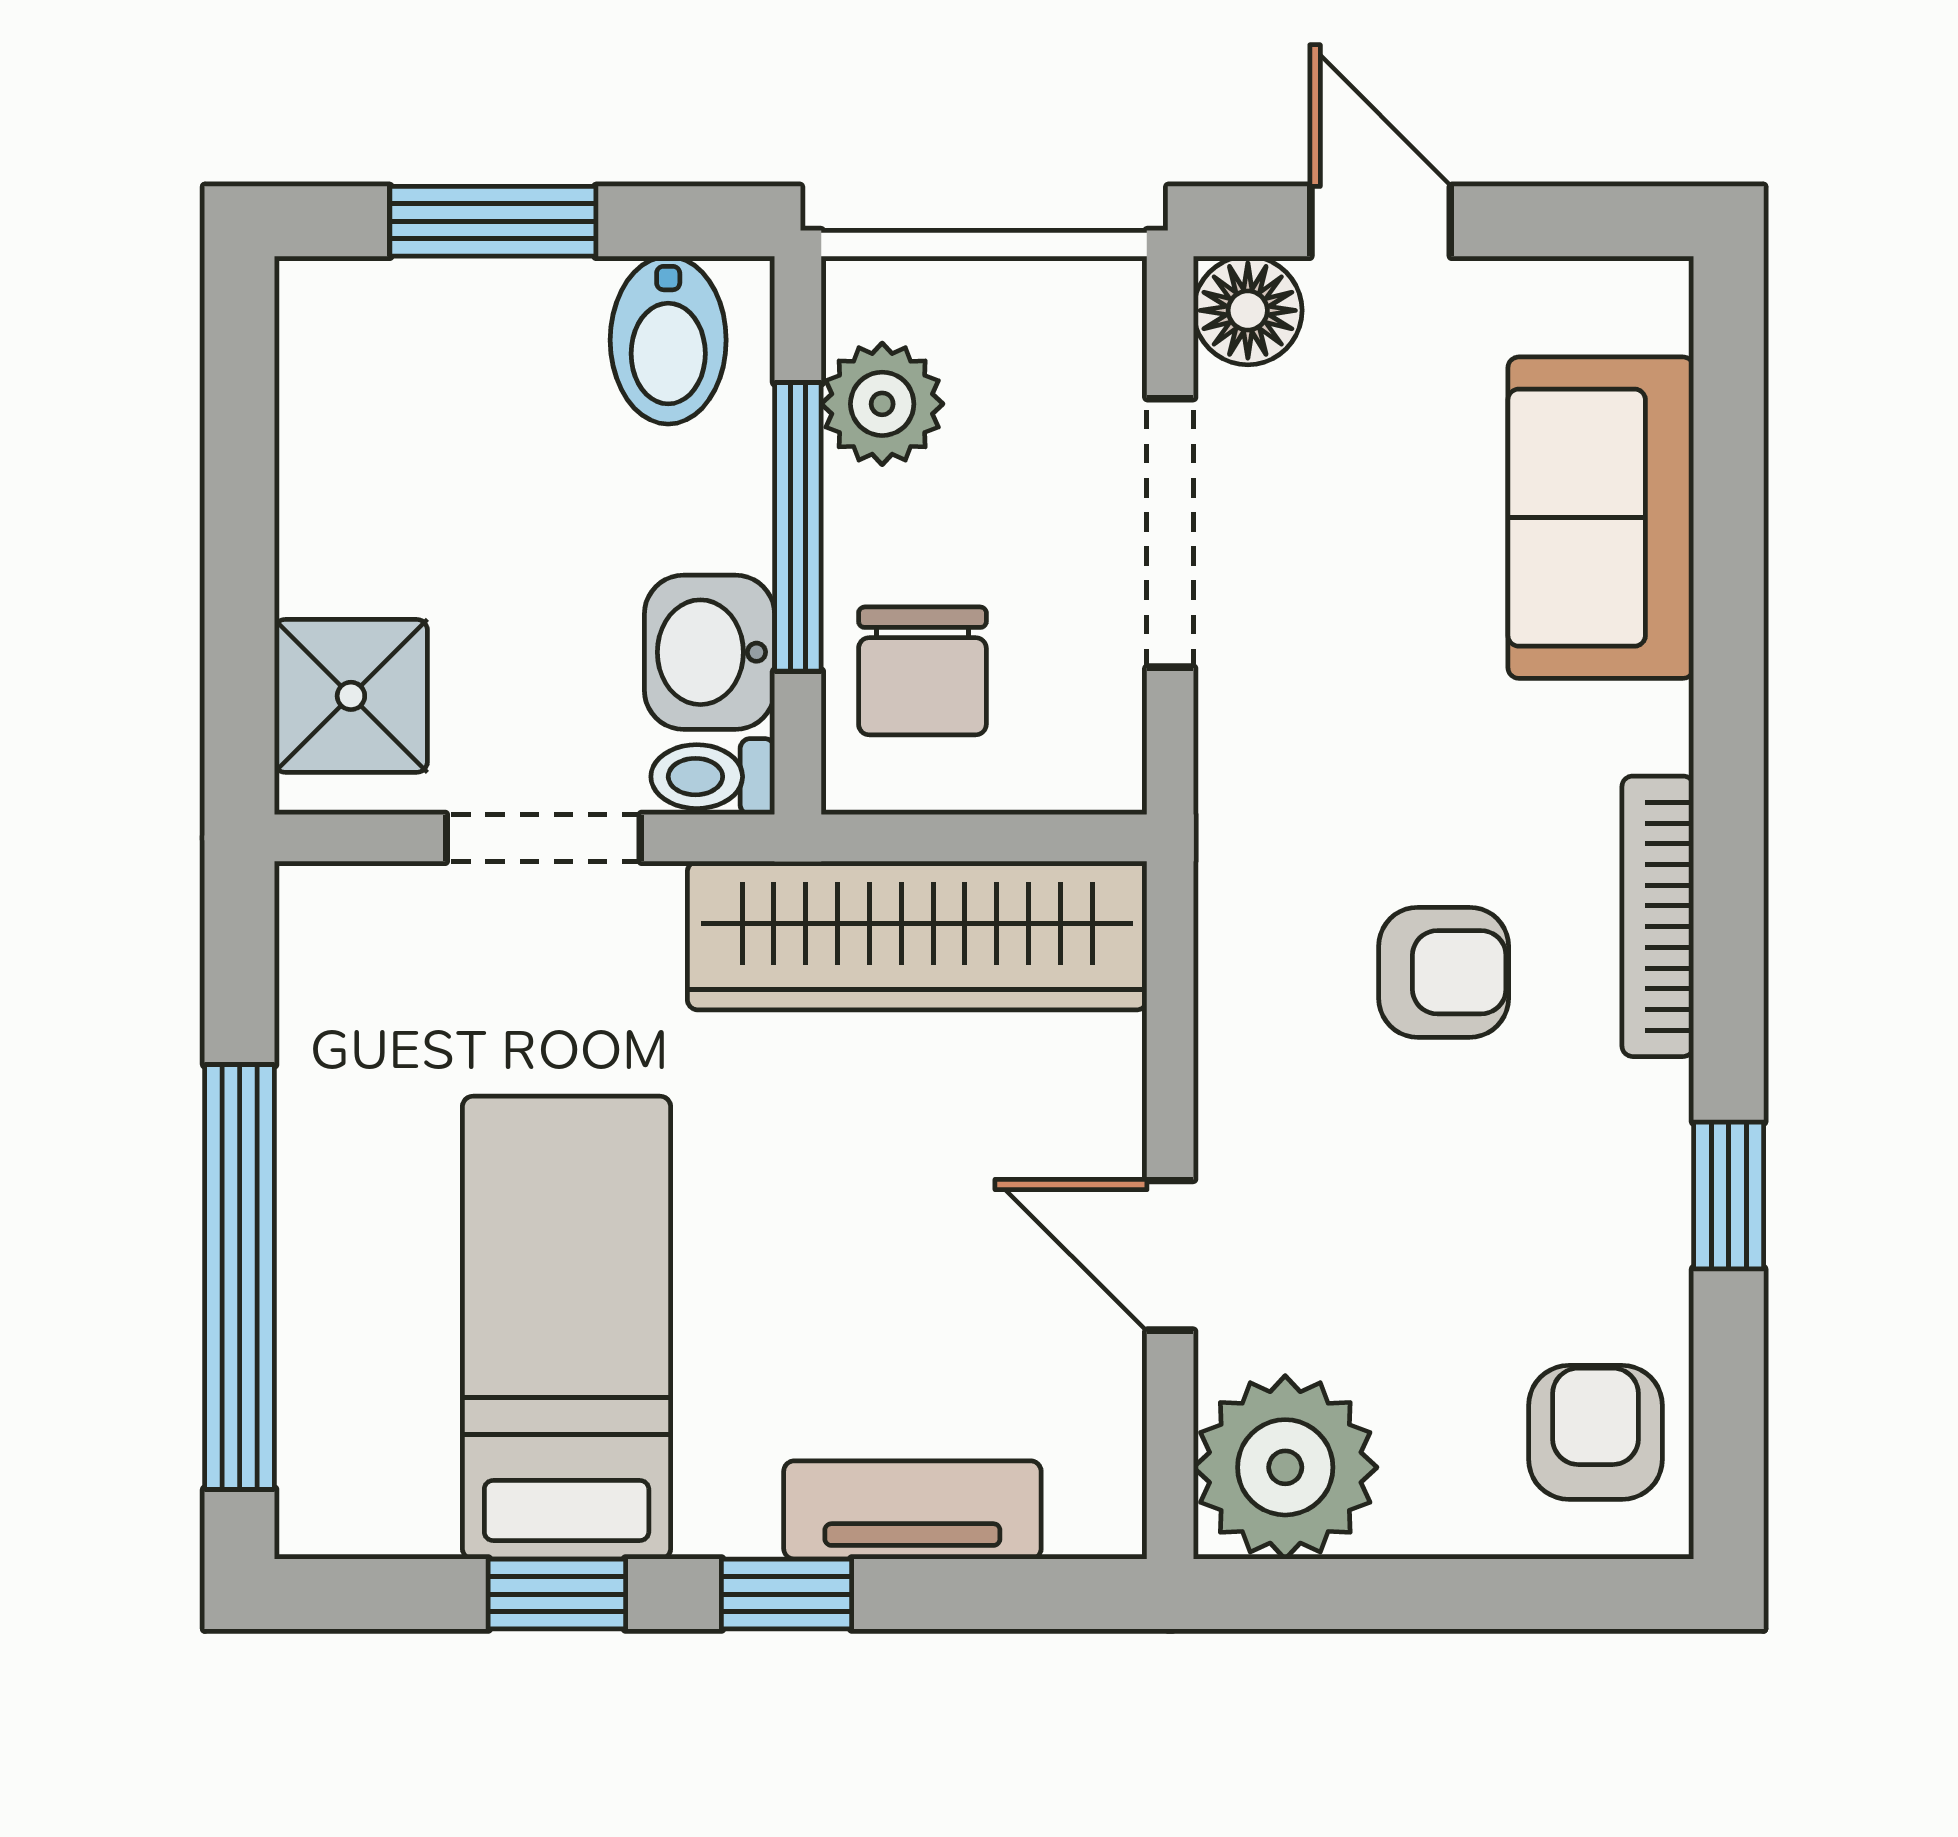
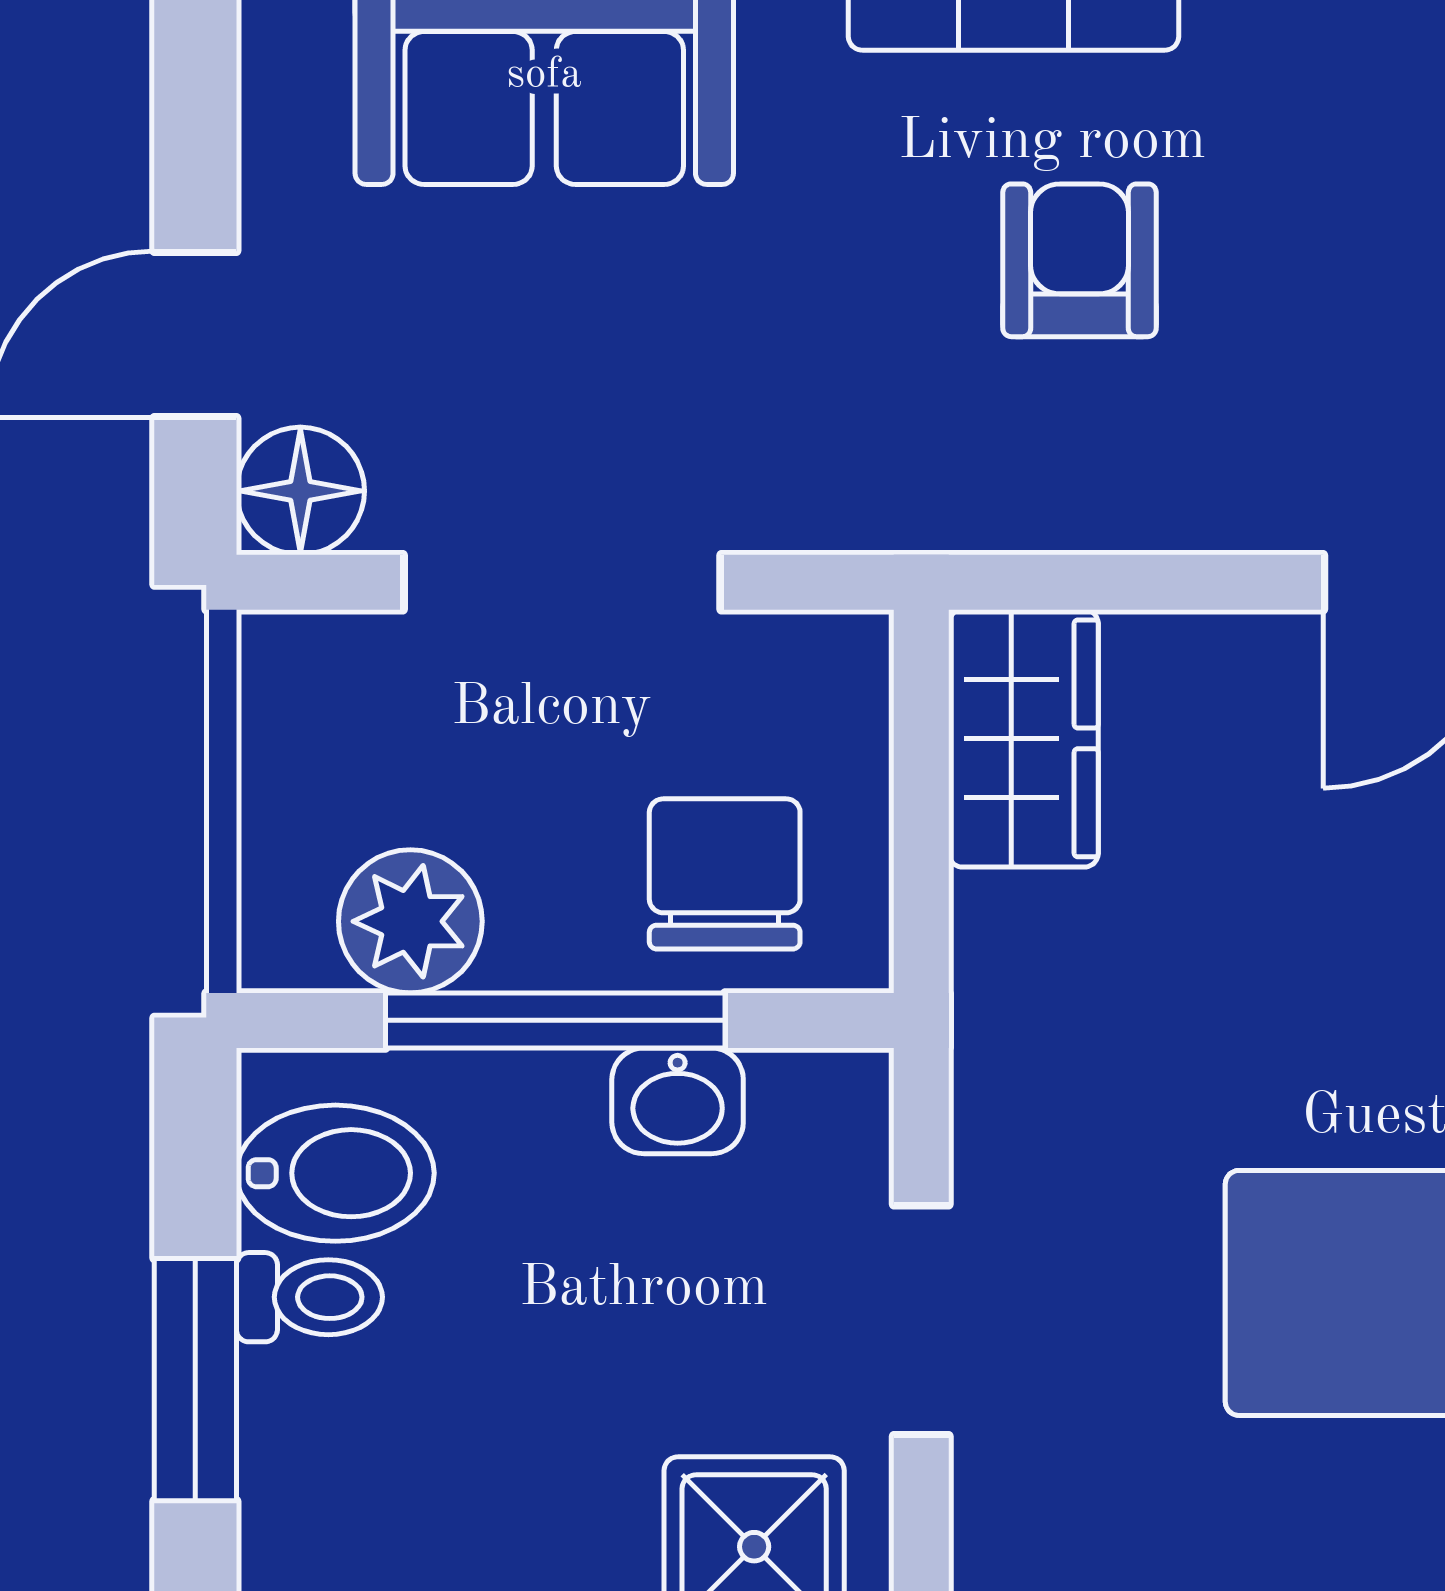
washbasin: (710, 652) -> (678, 1101), width x0.72, depth x0.69
chair: (922, 671) -> (725, 874), turned -90
toilet: (713, 777) -> (309, 1297), moved, turned -90
wardrobe: (917, 936) -> (1023, 738), width x0.48, depth x0.85

